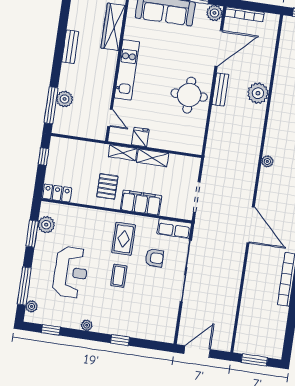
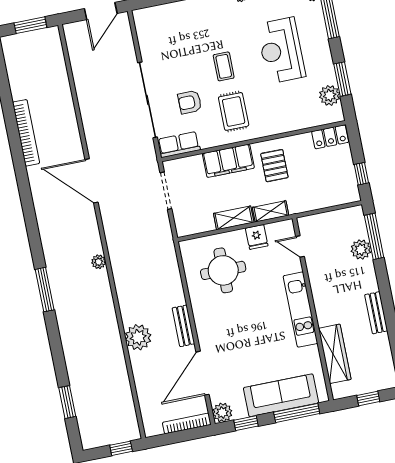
round table: (189, 95) -> (223, 270), moved

